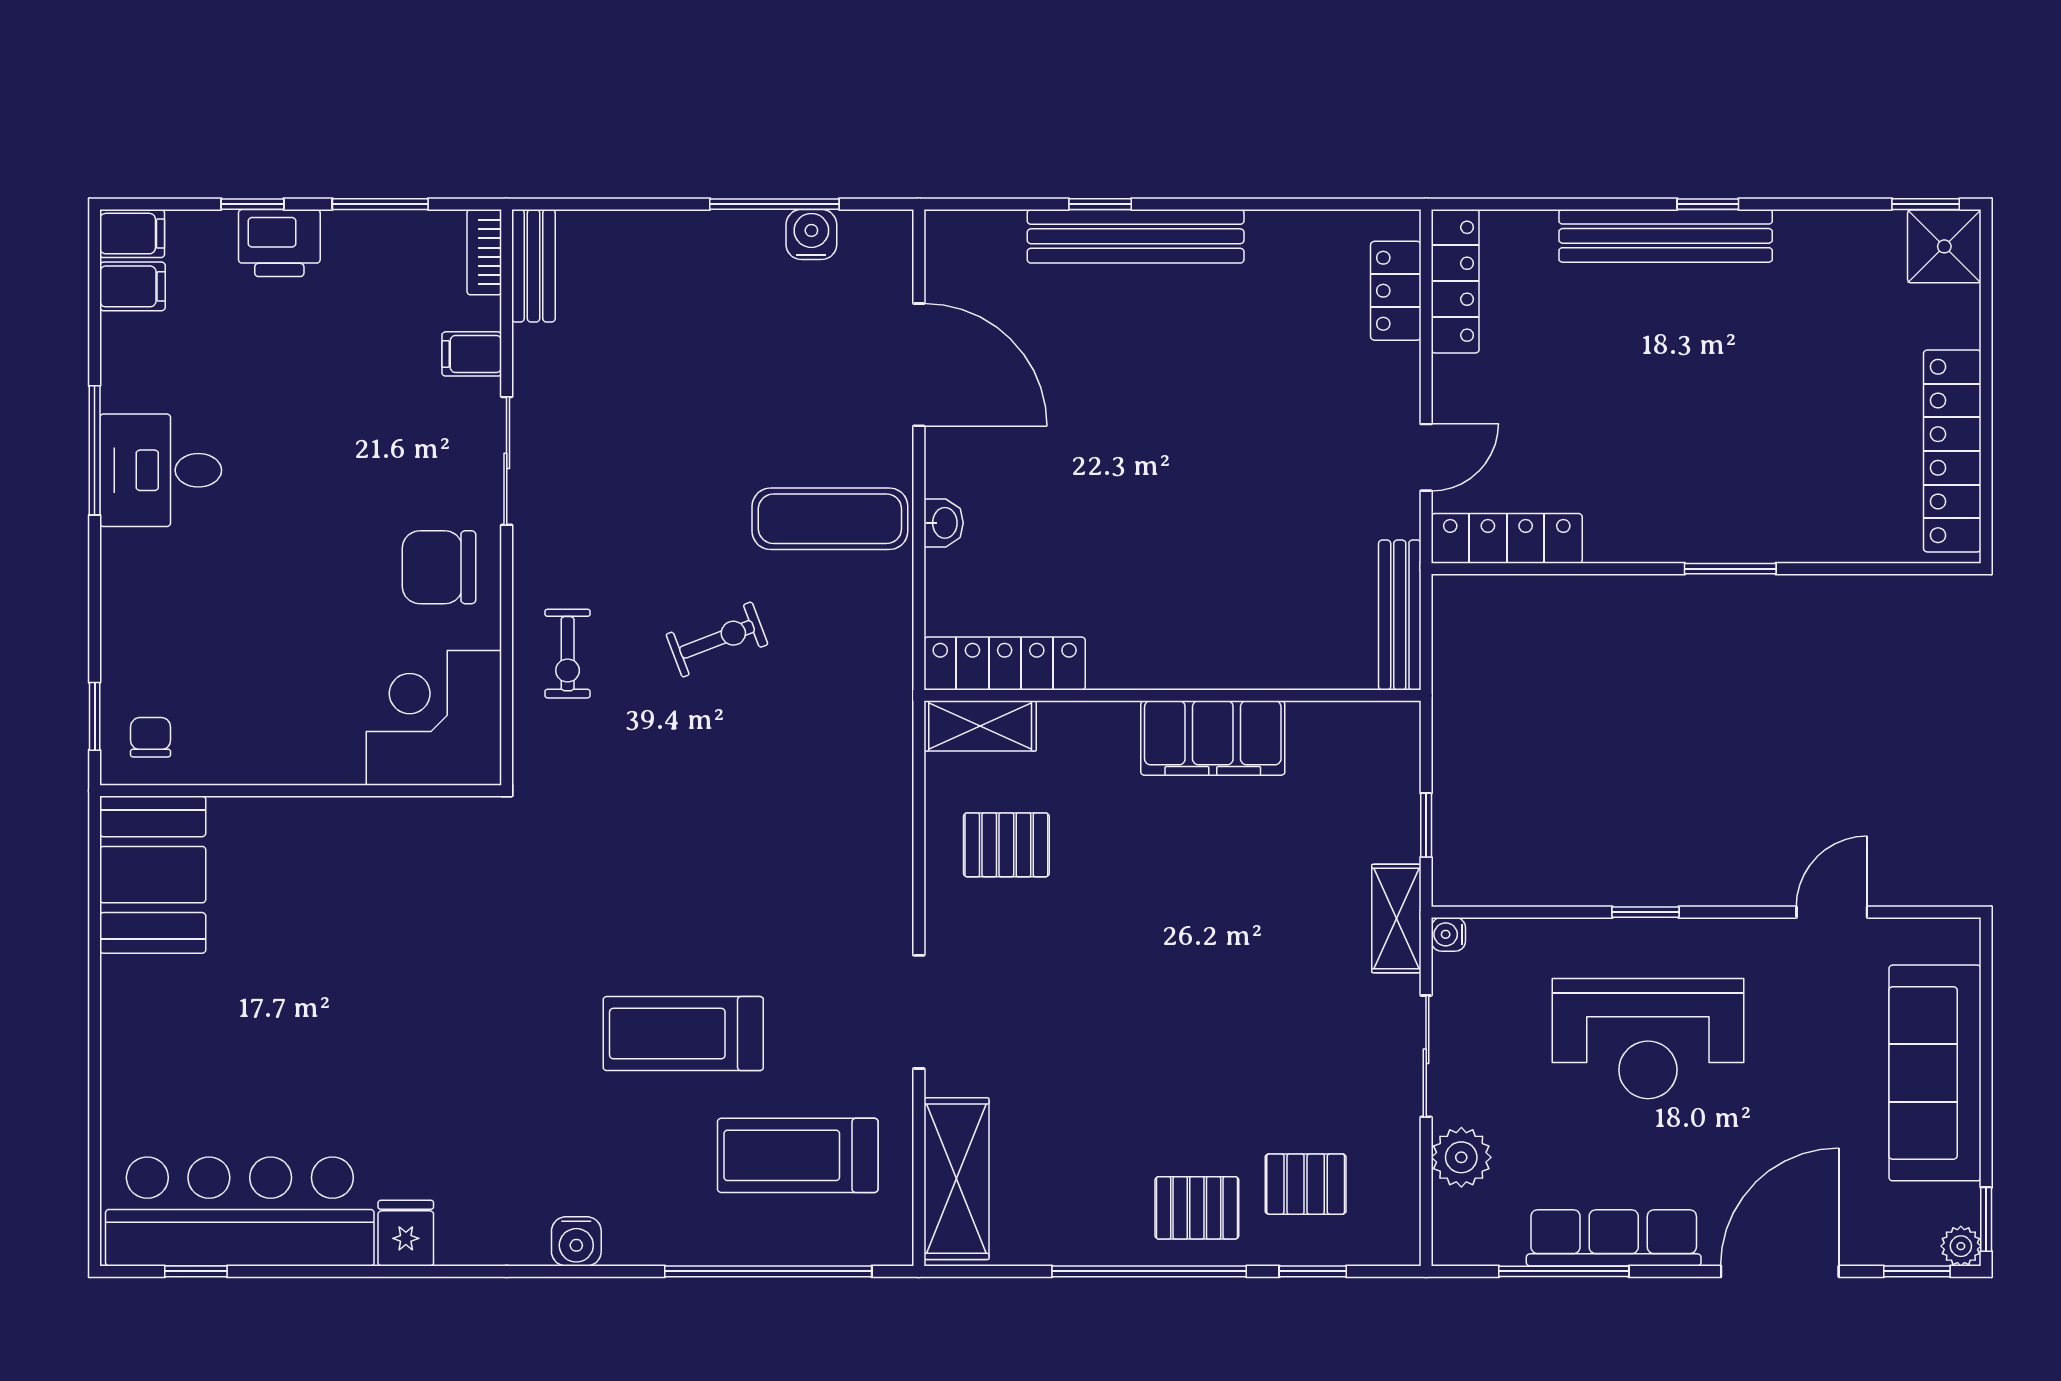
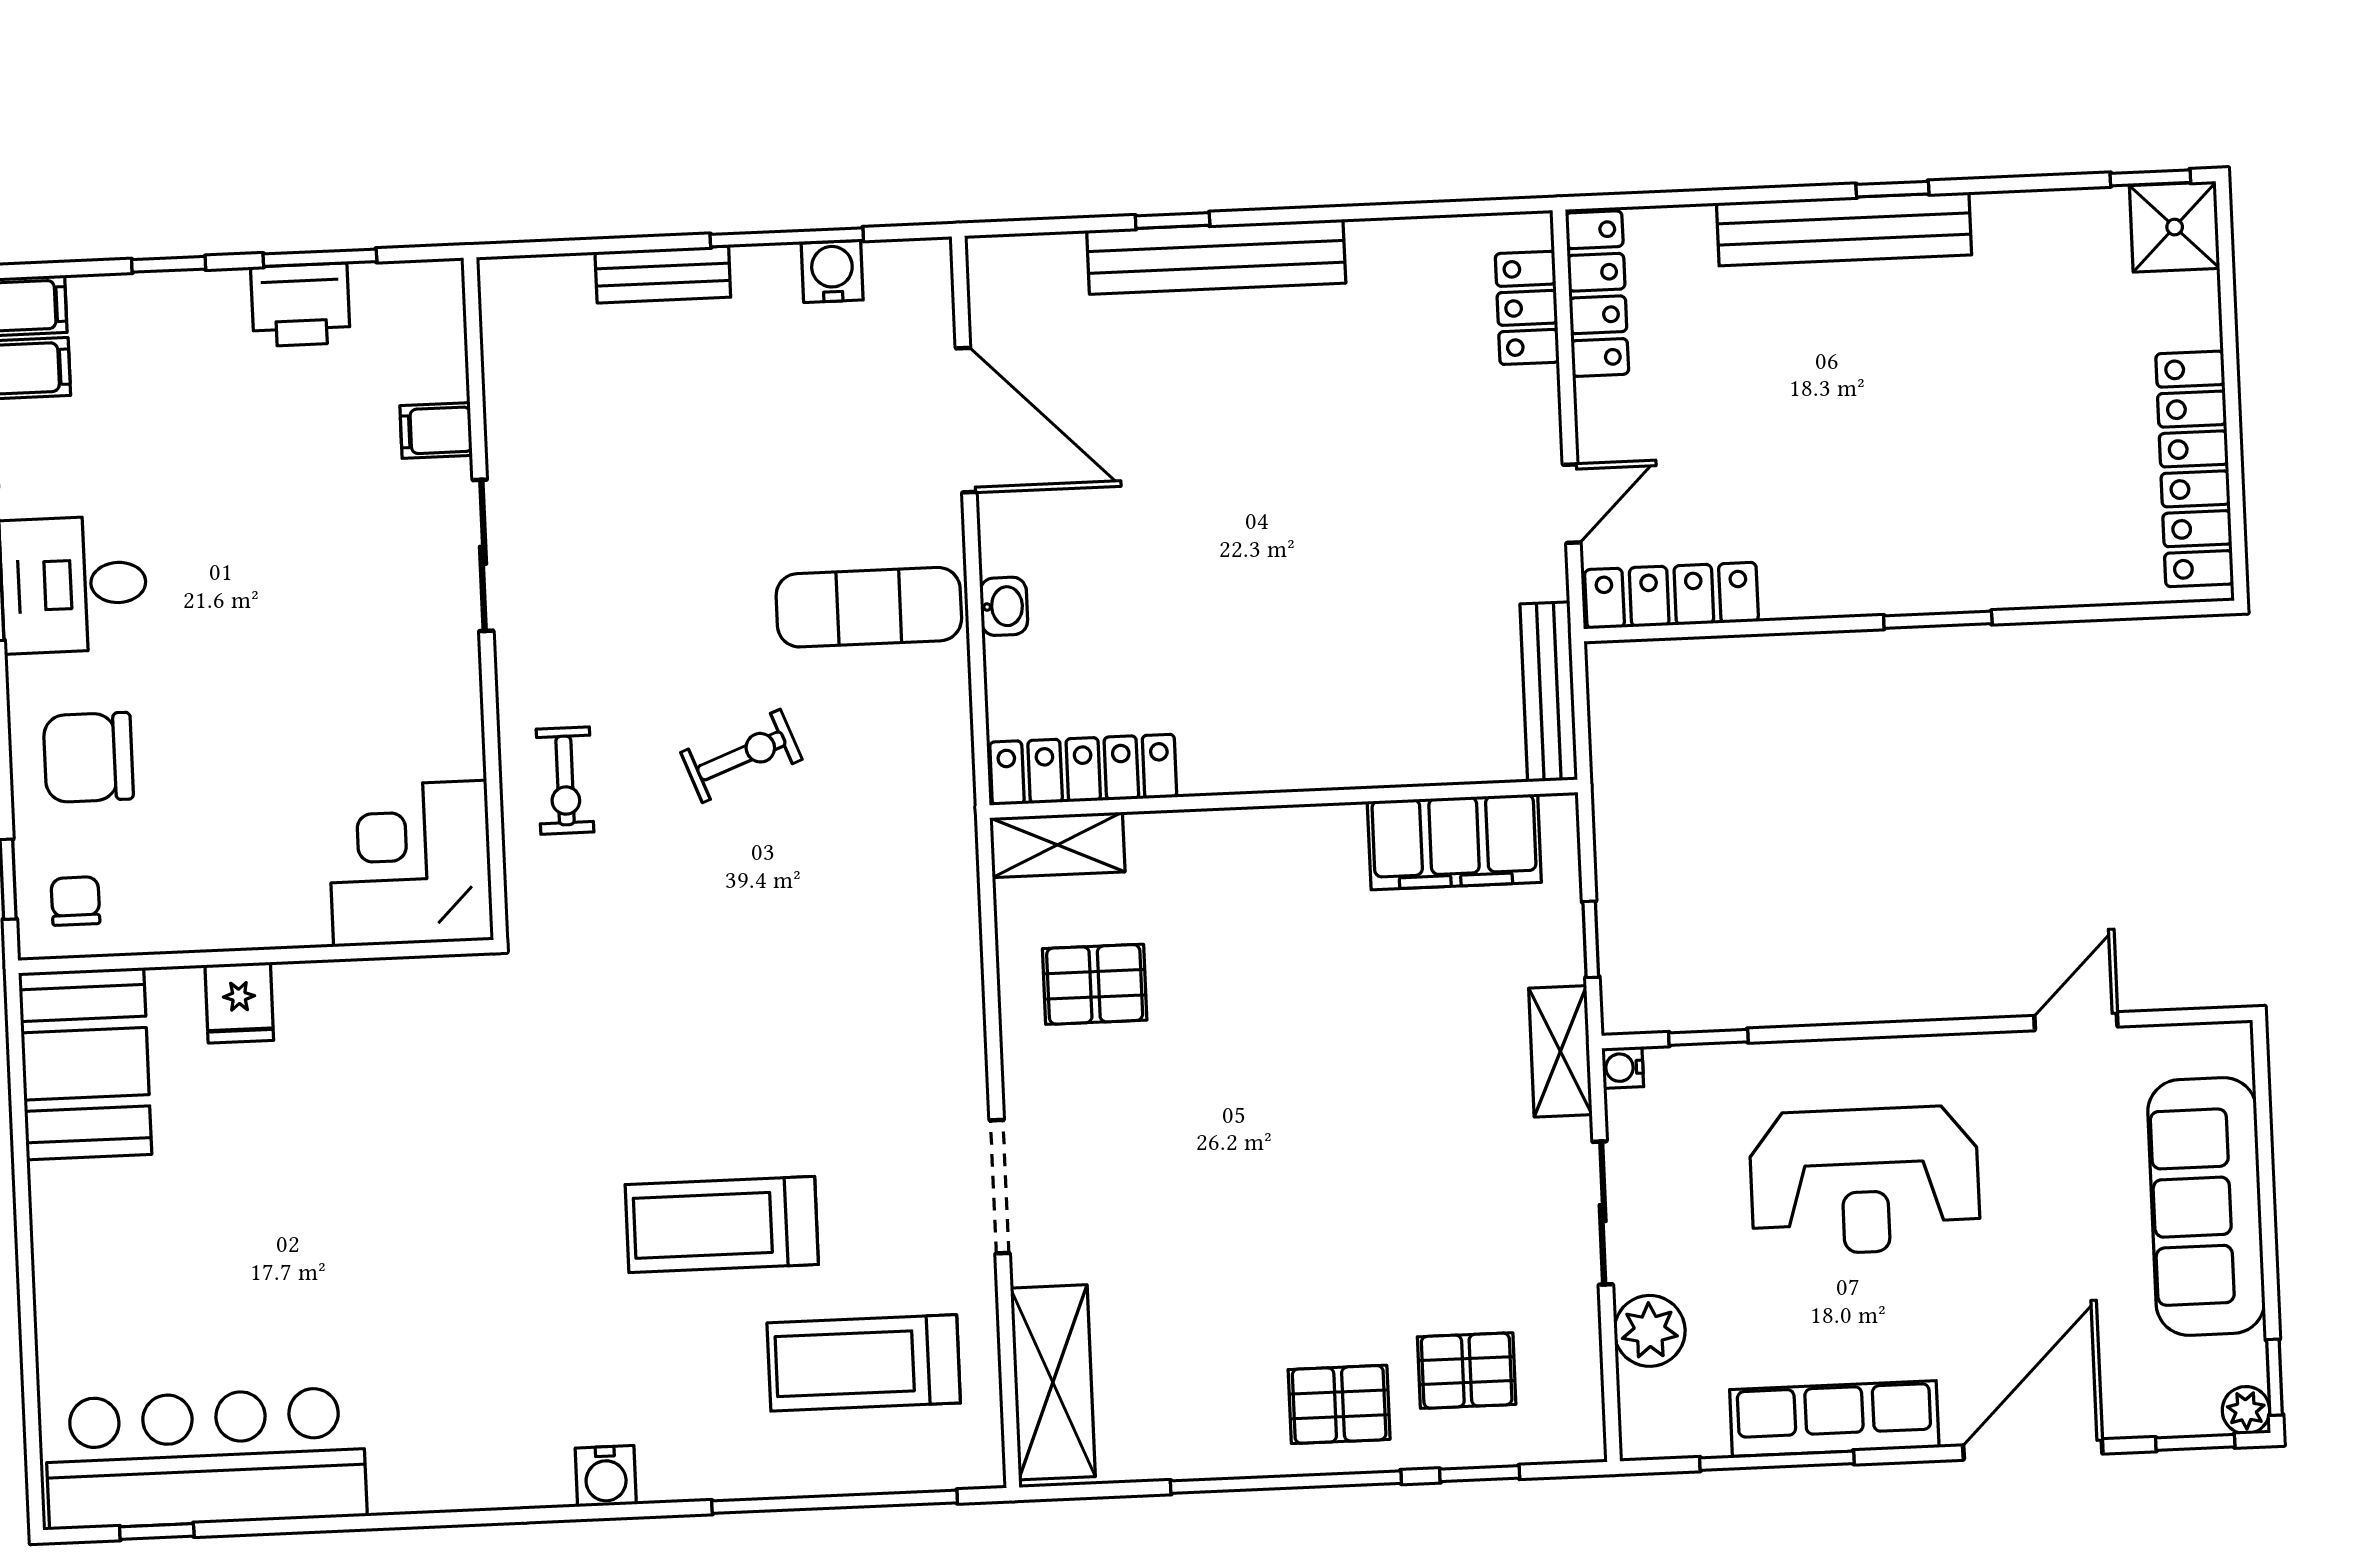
printer: (279, 243) -> (300, 305), moved
bookcase: (484, 252) -> (446, 309), removed
bench: (534, 266) -> (663, 275), moved, turned 90
chair: (439, 567) -> (88, 757), moved
filing cabinet: (1213, 738) -> (1454, 842), moved
window: (1646, 912) -> (1708, 1037), moved
fridge: (406, 1233) -> (239, 1003), moved, turned 180

